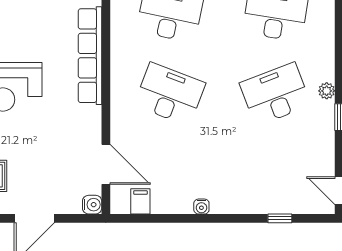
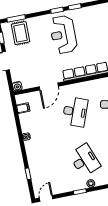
door: (106, 164) -> (49, 87), moved

